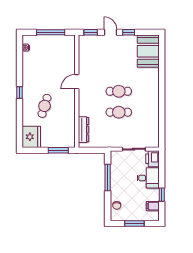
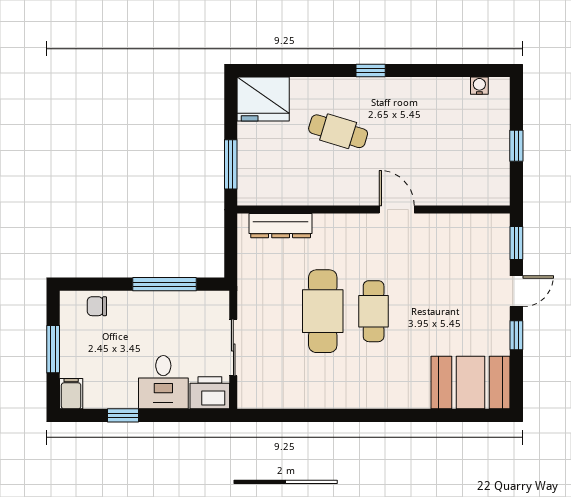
window: (51, 32) -> (516, 146), width x0.46
cafe table: (119, 112) -> (323, 311), width x1.37, depth x1.35
filing cabinet: (153, 206) -> (71, 394), moved

